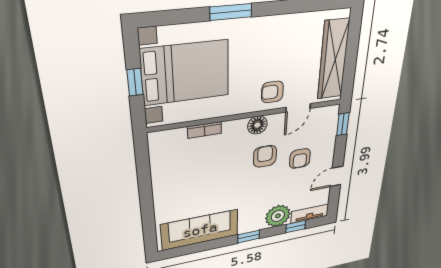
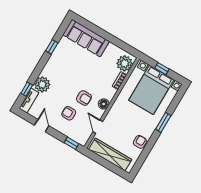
armchair: (272, 92) -> (140, 142), moved
plant: (171, 143) -> (125, 63), added
sofa: (200, 230) -> (86, 38), moved, turned 90
window: (249, 237) -> (52, 47), moved

